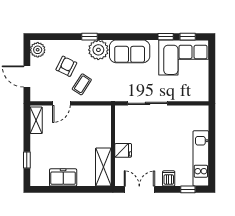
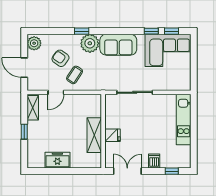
armchair: (66, 66) -> (60, 58), turned -80
kitchen unit: (201, 158) -> (184, 119), moved
window: (27, 160) -> (24, 132), moved
shelving: (103, 167) -> (94, 135), moved

